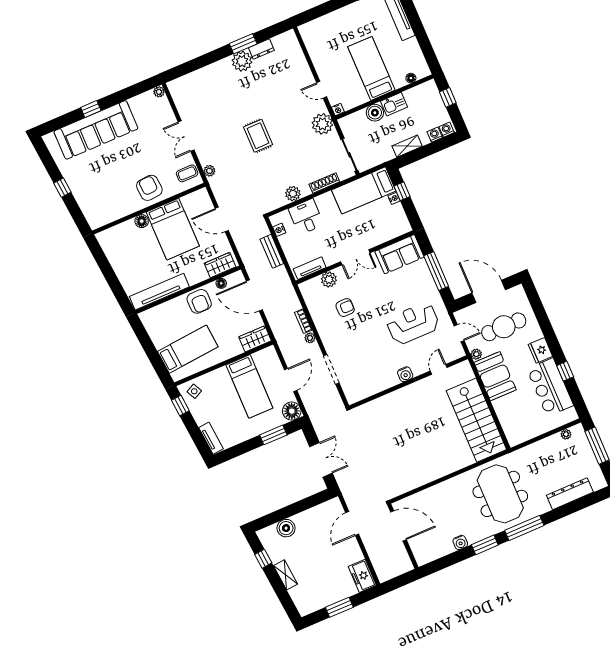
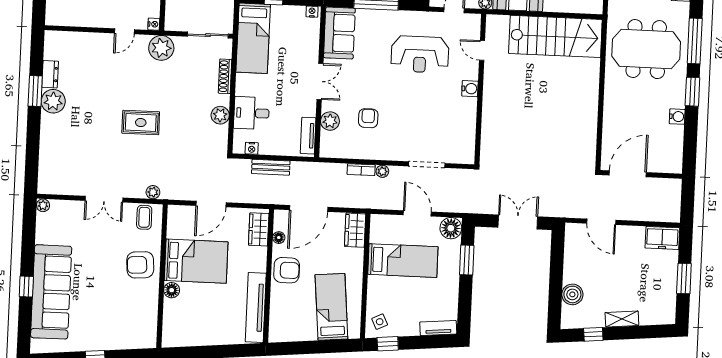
nightstand: (394, 198) -> (312, 12), moved
reception desk: (413, 323) -> (420, 54), turned -90

